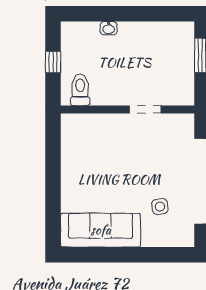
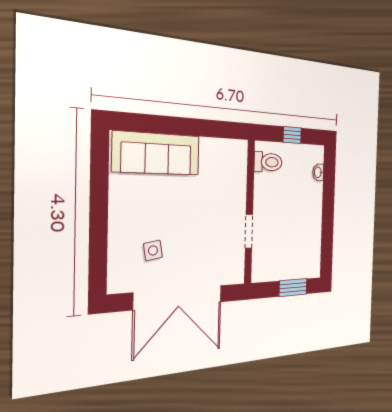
washbasin: (109, 28) -> (318, 172), moved
sofa: (101, 230) -> (157, 153), moved, turned 90

